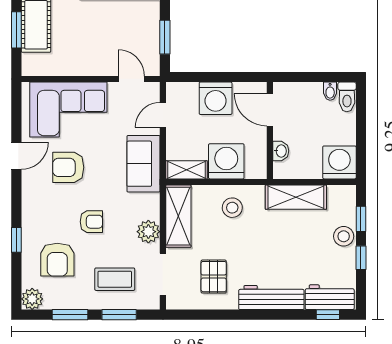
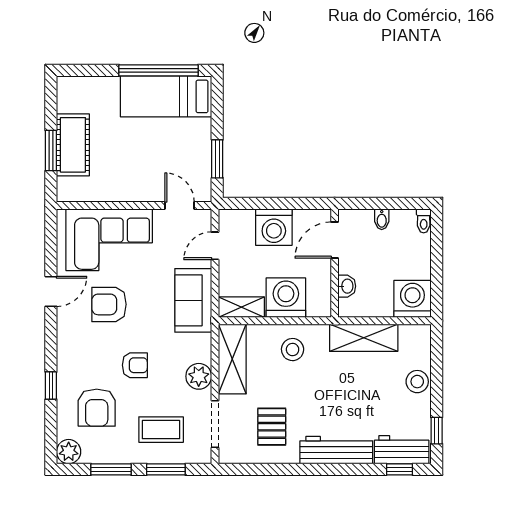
bidet: (330, 91) -> (382, 219), moved
toilet: (347, 97) -> (424, 221), width x0.73, depth x0.72
door: (270, 110) -> (335, 240), hinge flipped
window: (361, 219) -> (437, 362), removed
window: (361, 258) -> (437, 431), moved

